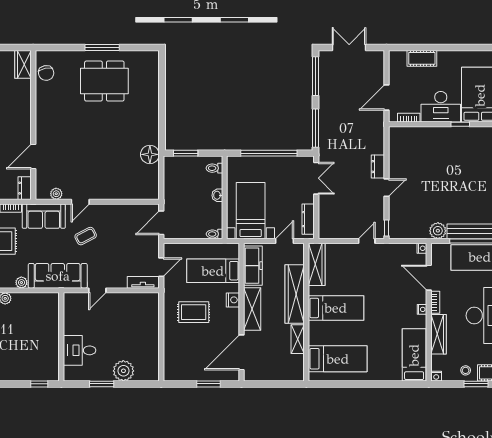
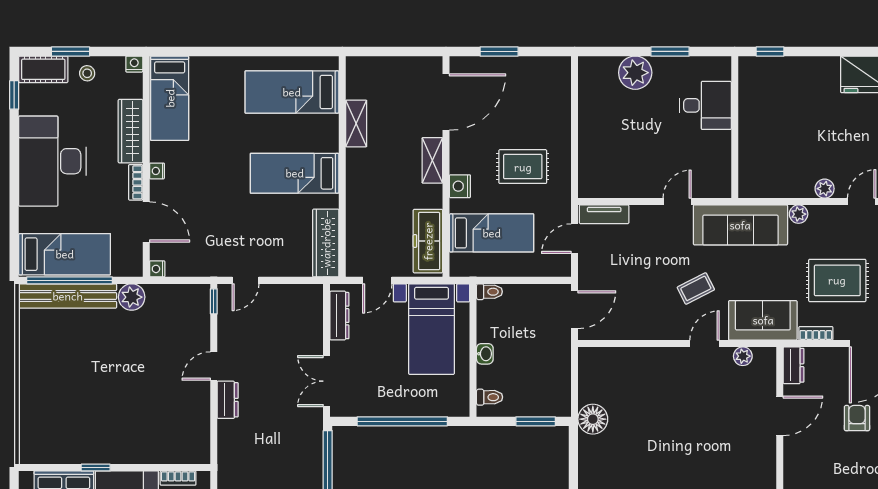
wardrobe: (295, 294) -> (361, 196), removed
shelving: (252, 309) -> (432, 160), width x0.67, depth x0.75

